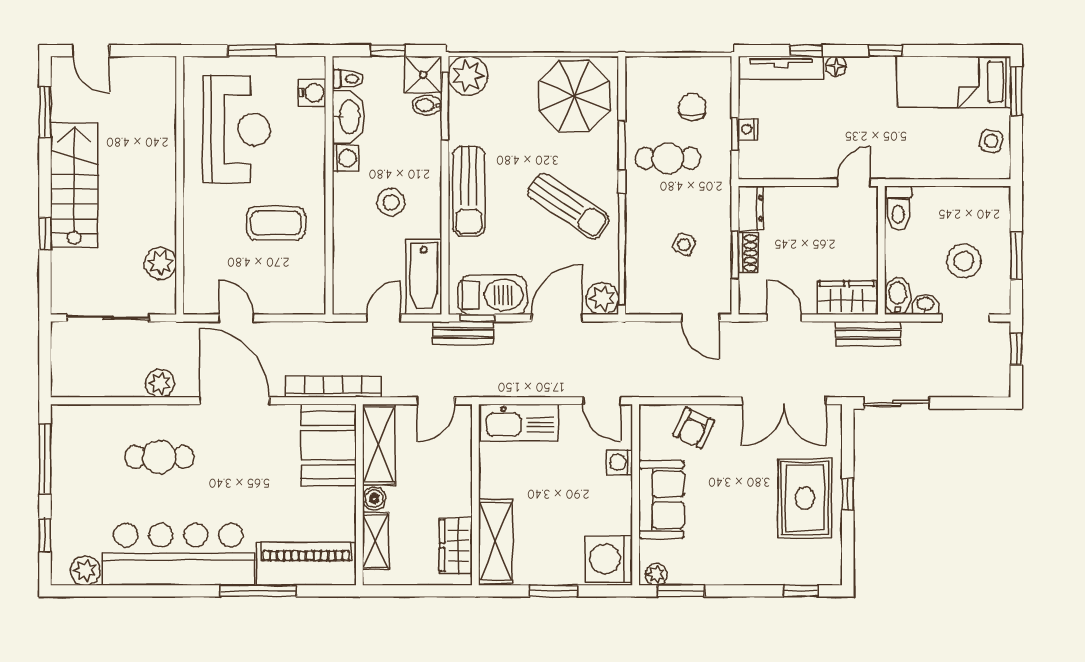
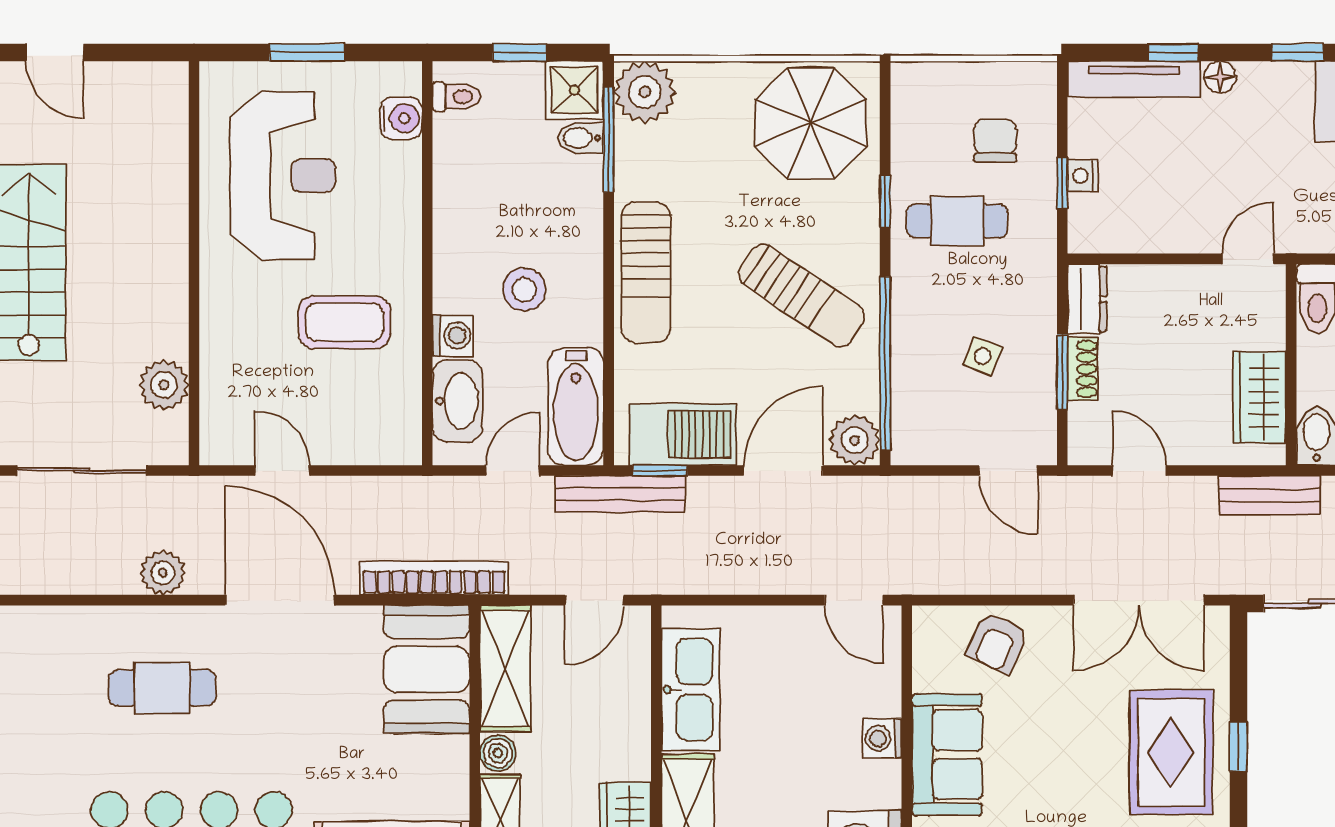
washbasin: (348, 117) -> (458, 401), moved
window: (622, 146) -> (885, 201), width x0.67
washing machine: (345, 158) -> (453, 336), moved
wardrobe: (847, 298) -> (1259, 397), moved, turned -90
bench: (463, 333) -> (620, 494), width x1.36
kitchen sink: (519, 423) -> (691, 690), moved, turned -90
washing machine: (620, 462) -> (882, 738), moved

